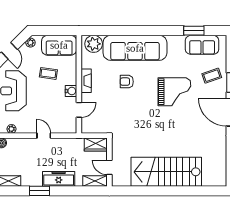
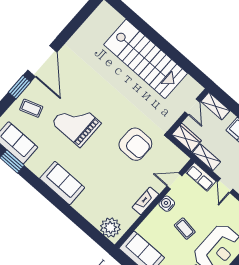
sofa: (135, 48) -> (62, 183), width x0.54, depth x0.79
coffee table: (48, 73) -> (185, 229), moved
armchair: (127, 82) -> (135, 144), moved, width x1.88, depth x1.88
row of seats: (64, 127) -> (201, 177), added
shelving: (72, 143) -> (206, 157), added

